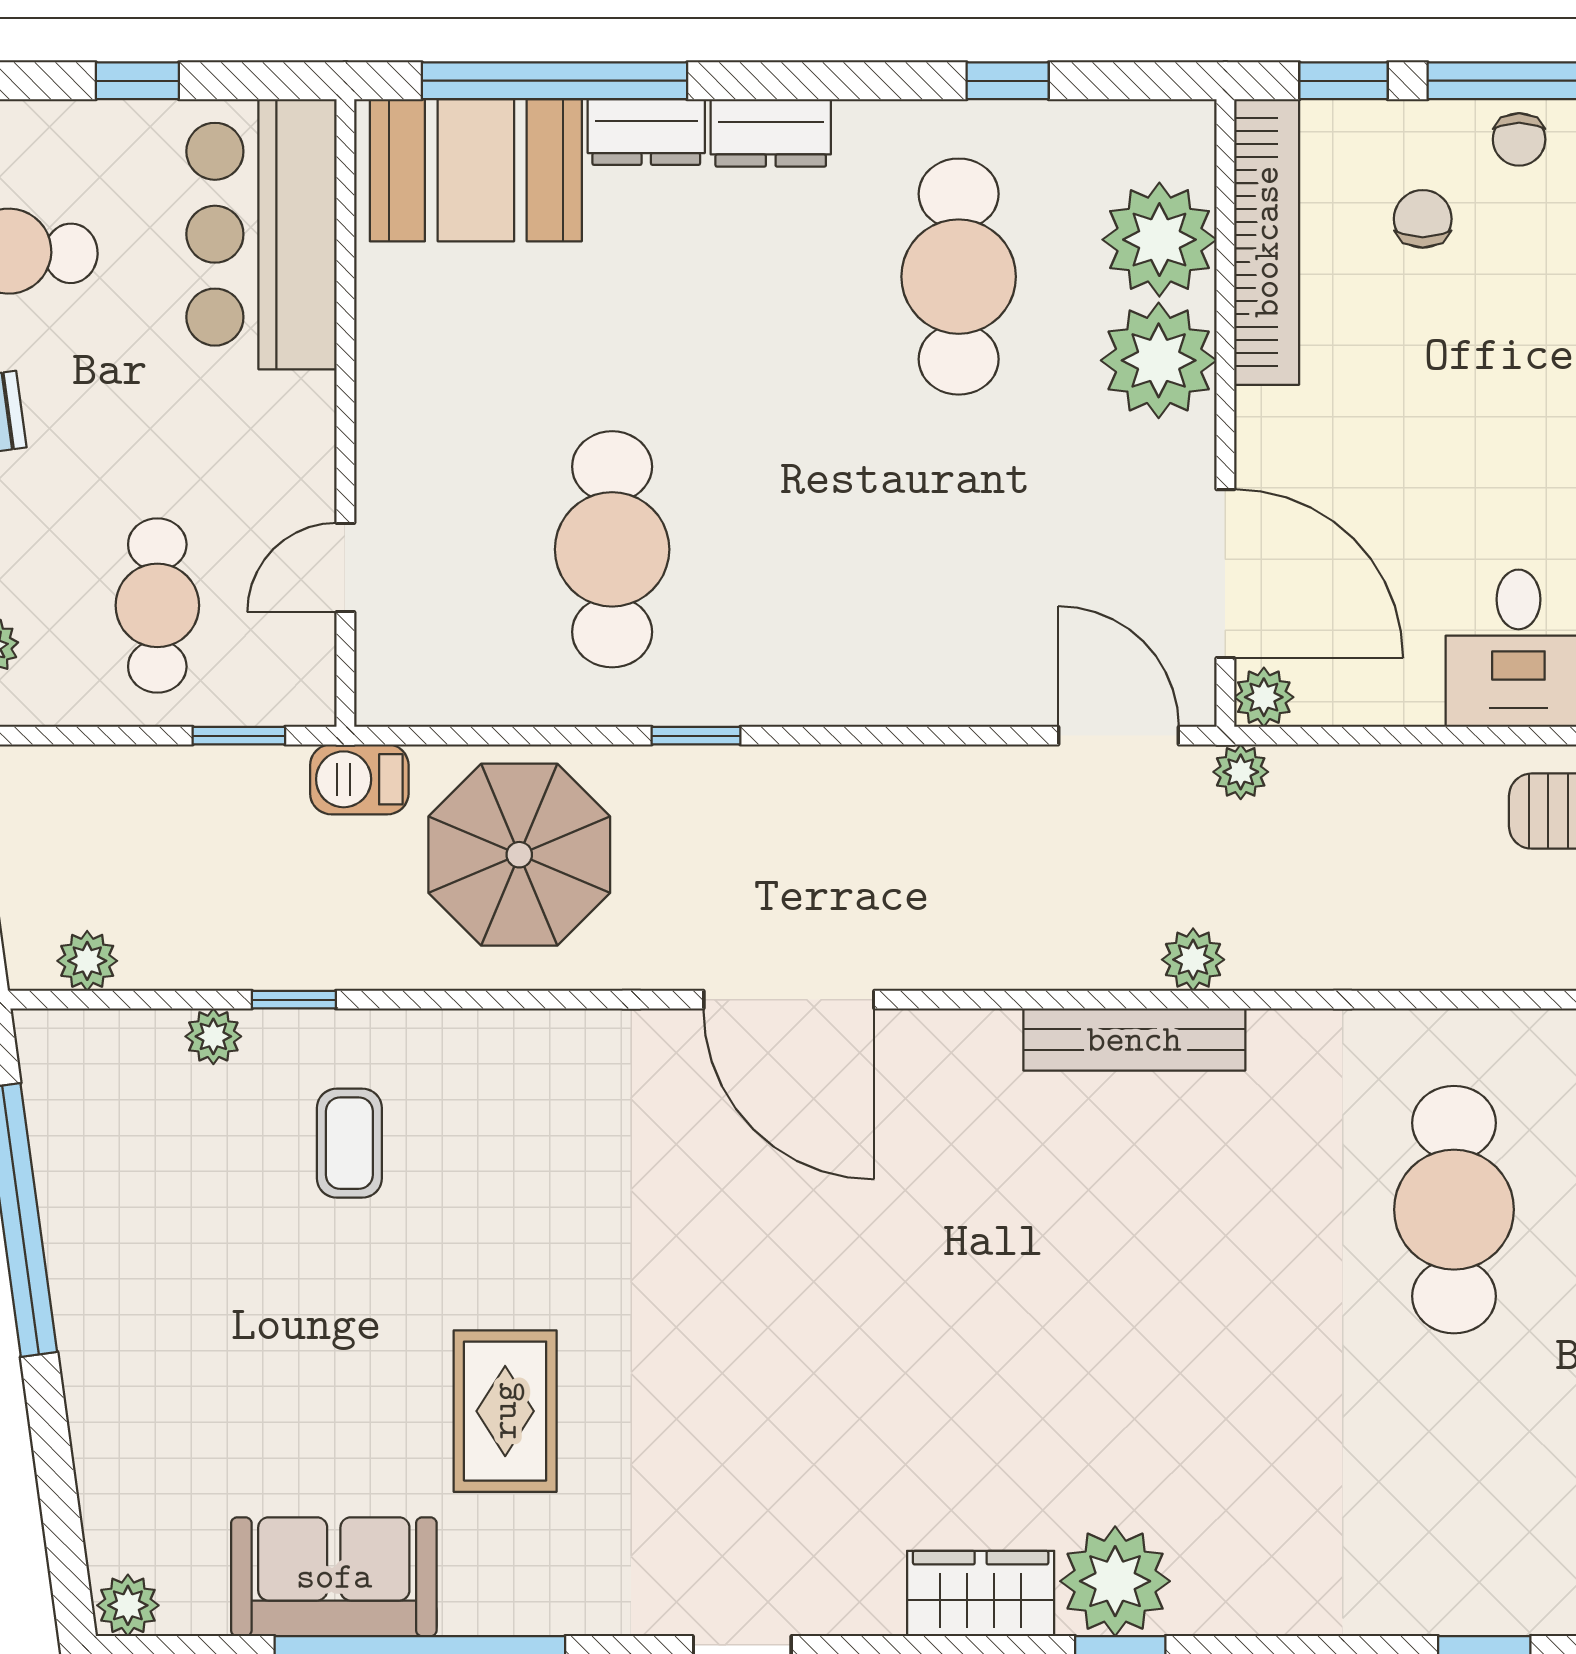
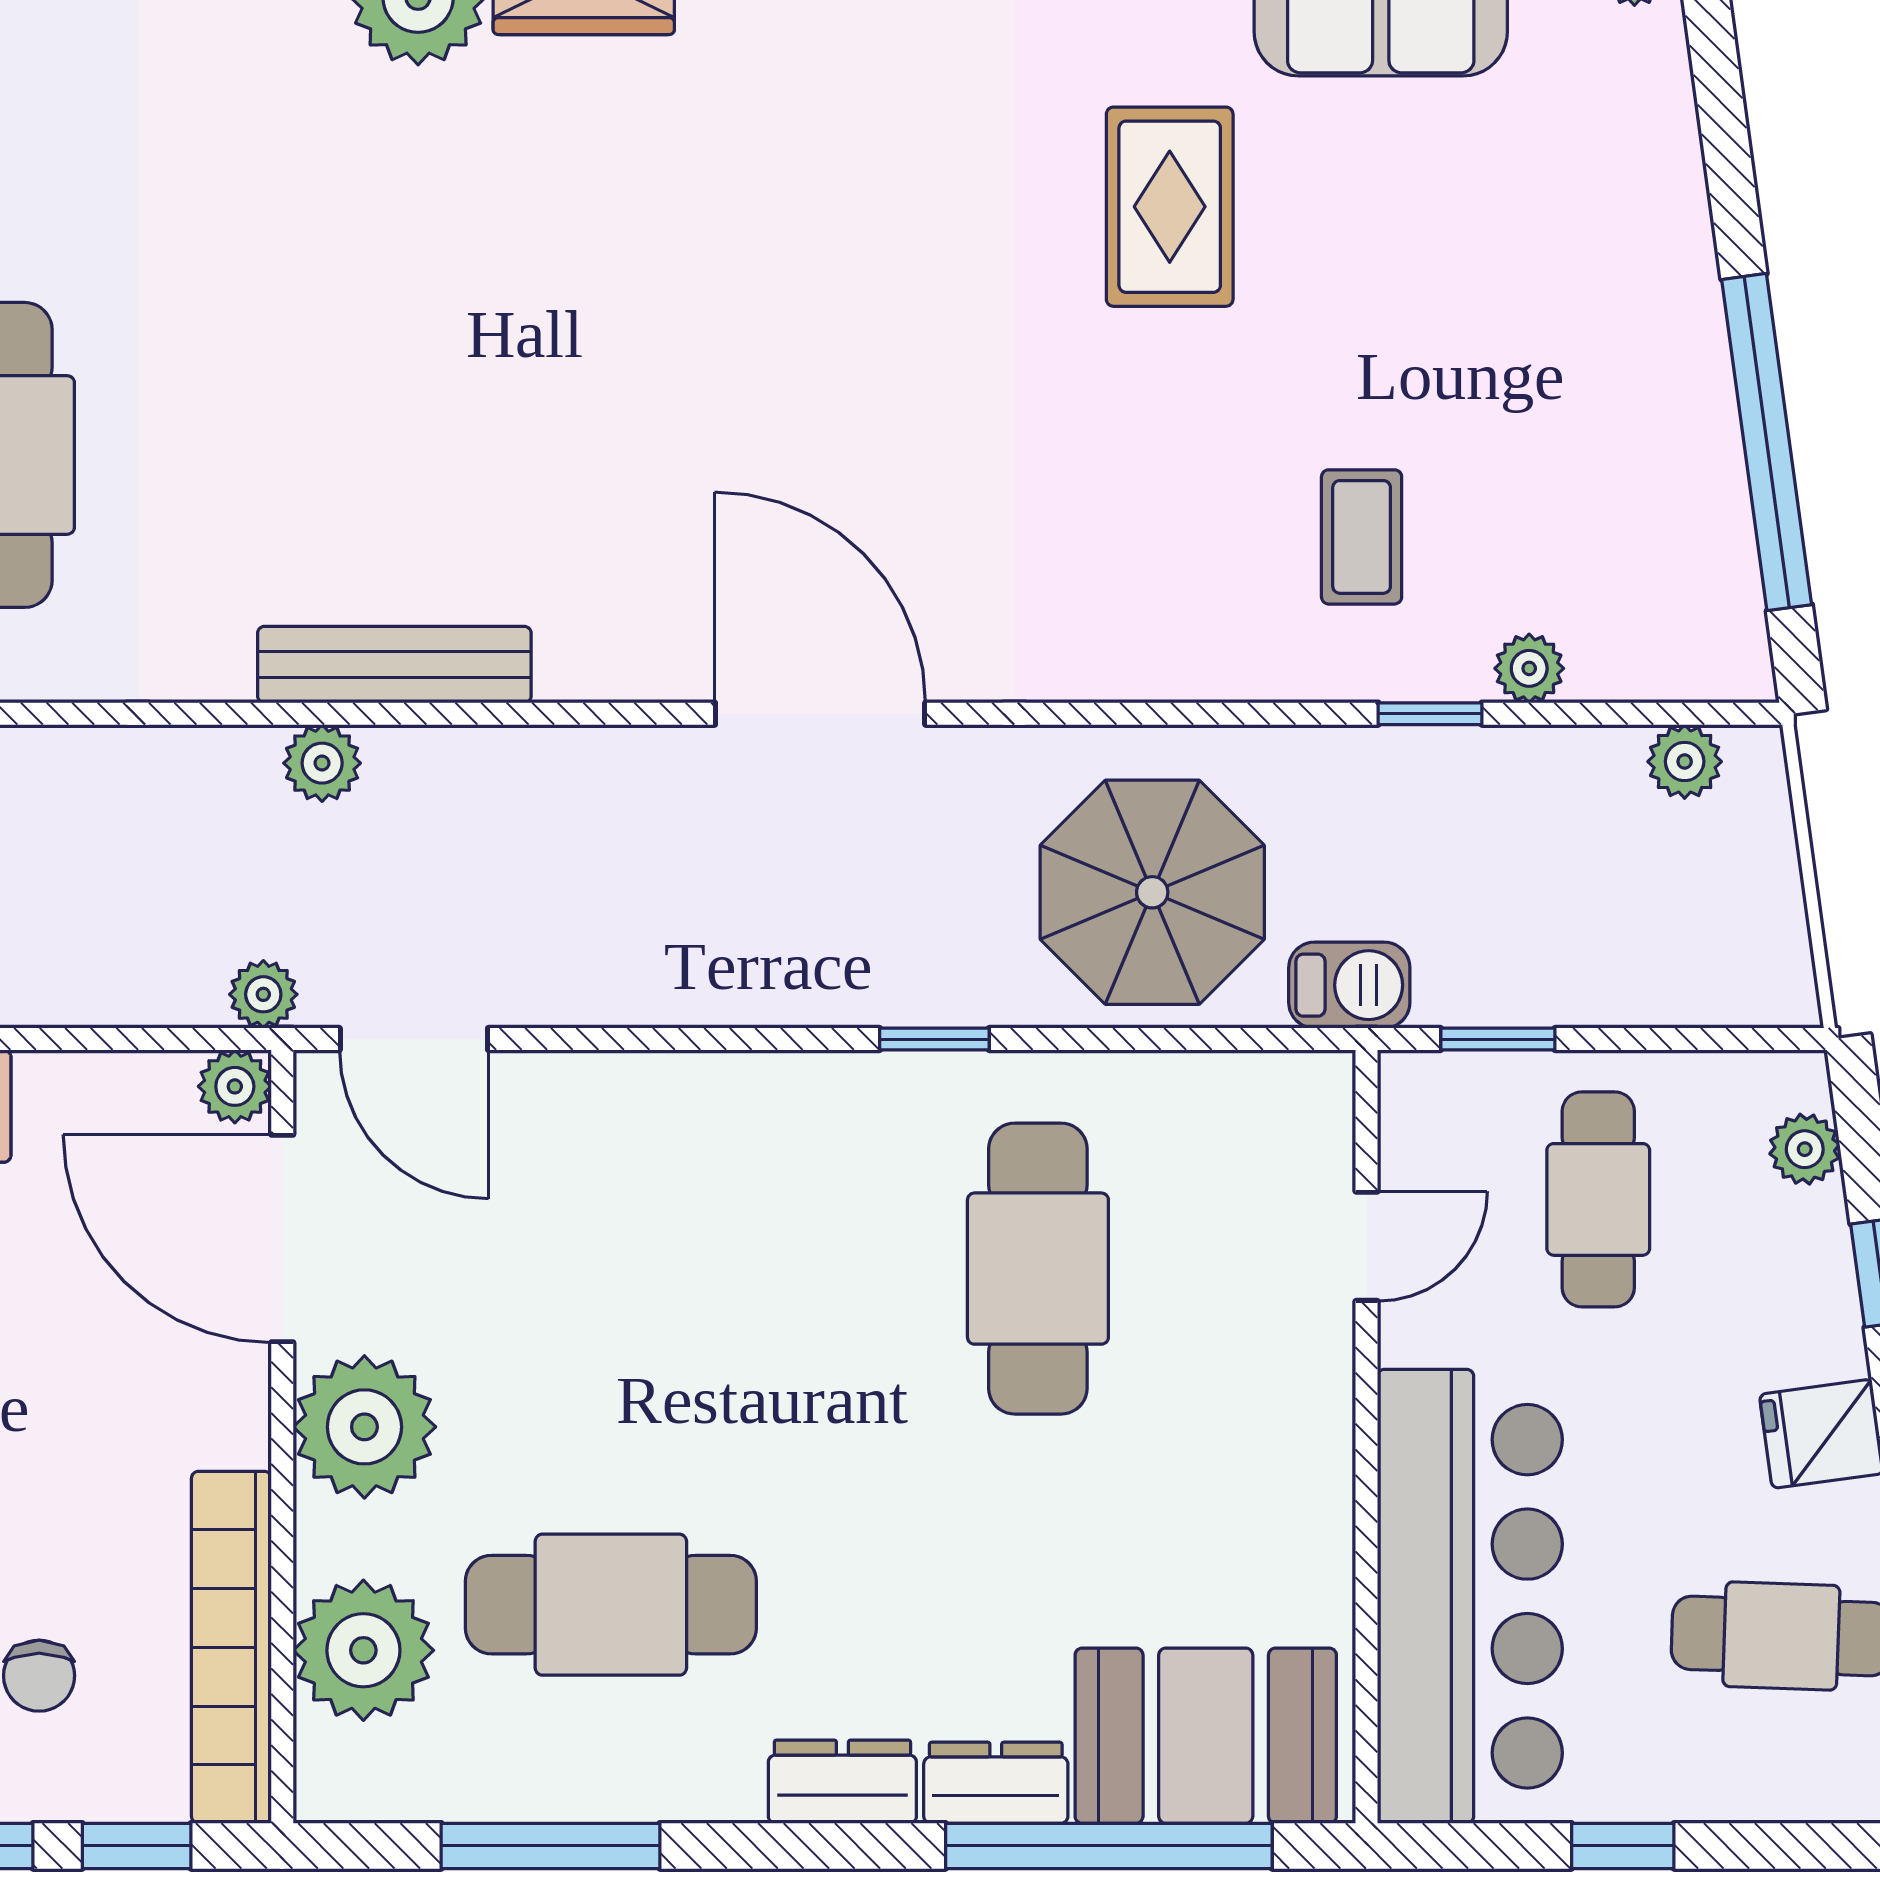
window: (1008, 81) -> (551, 1846), width x2.17
bar counter: (261, 234) -> (1470, 1596), width x1.36
cafe table: (959, 277) -> (611, 1605), turned 90
plant: (1159, 360) -> (364, 1427), moved

